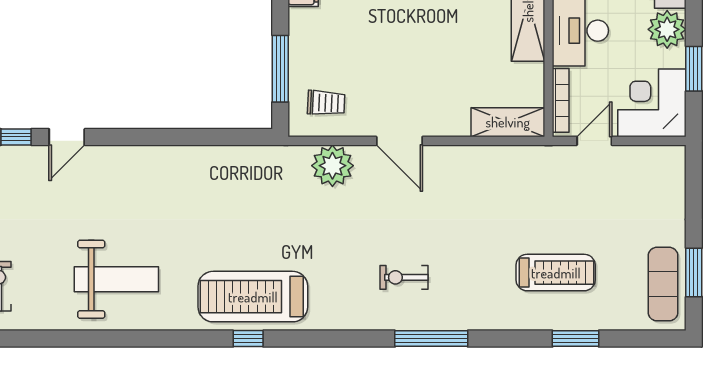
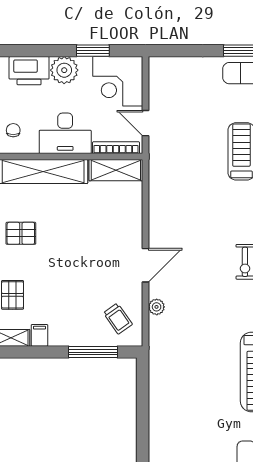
trolley: (326, 103) -> (118, 319), turned 142
shelving: (508, 122) -> (116, 170), moved, turned 90
plant: (332, 166) -> (157, 307), width x0.53, depth x0.53

